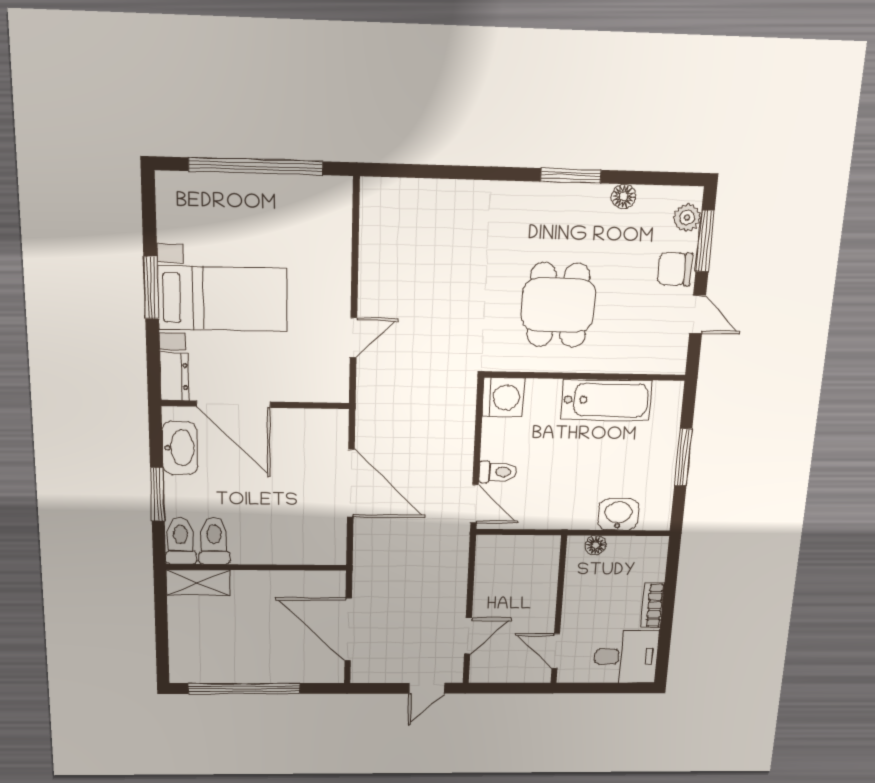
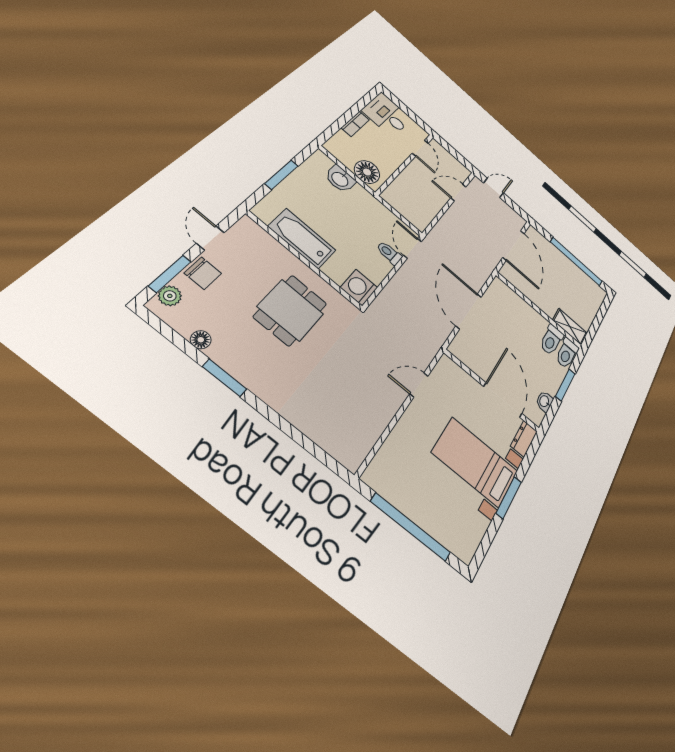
washbasin: (180, 448) -> (544, 401), width x0.52, depth x0.69
floor lamp: (596, 545) -> (367, 172), width x1.89, depth x1.89

